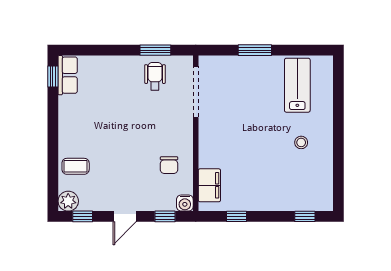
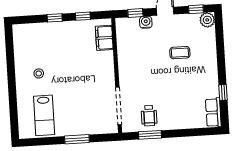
window: (53, 76) -> (223, 93), moved
chair: (169, 165) -> (135, 51), removed
coffee table: (76, 166) -> (180, 53), moved
water cooler: (185, 203) -> (146, 22), moved
window: (305, 216) -> (55, 18), moved

